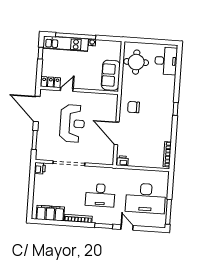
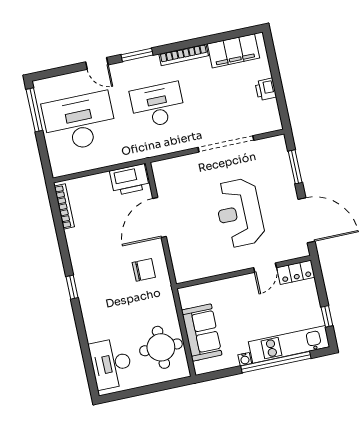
sofa: (111, 75) -> (202, 333), moved
door: (117, 133) -> (160, 218), swing flipped
printer: (122, 161) -> (129, 180), width x1.87, depth x1.48
printer: (40, 168) -> (266, 89), moved

